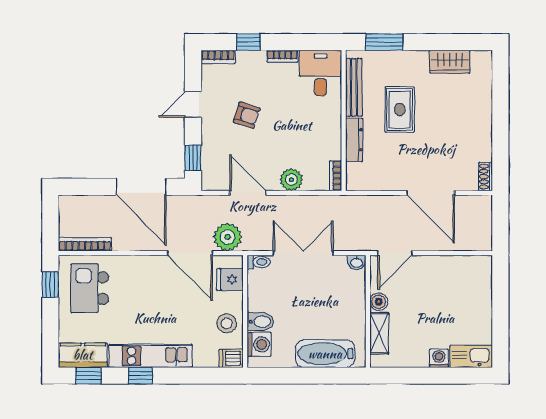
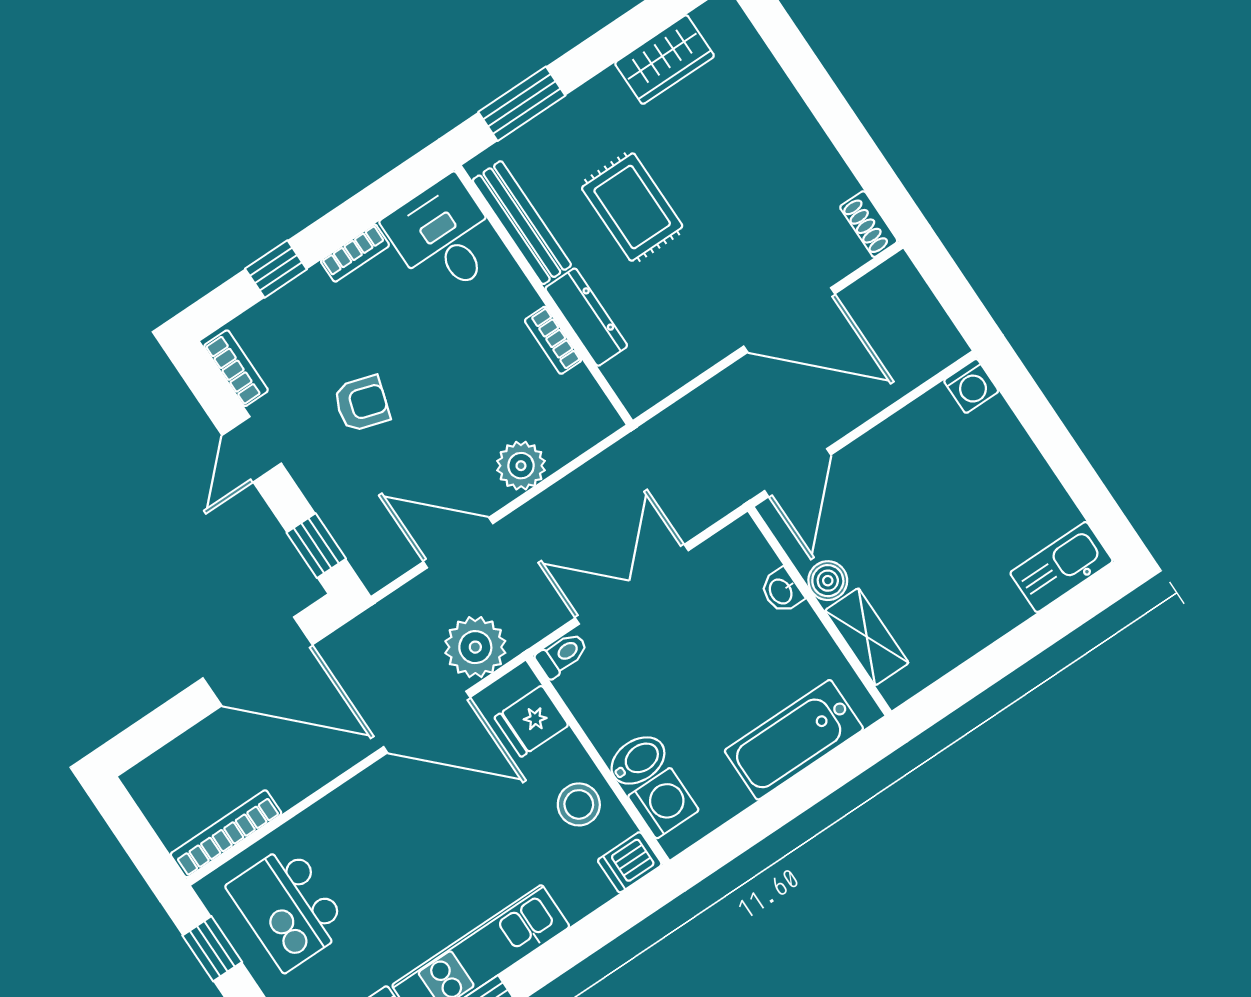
bookcase: (218, 57) -> (236, 368), moved, turned -90
bookcase: (336, 176) -> (553, 340), moved
washbasin: (357, 262) -> (781, 591), moved, turned 90
washing machine: (439, 358) -> (971, 386), moved, turned 180

